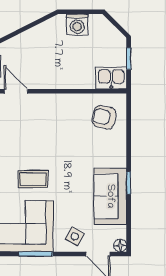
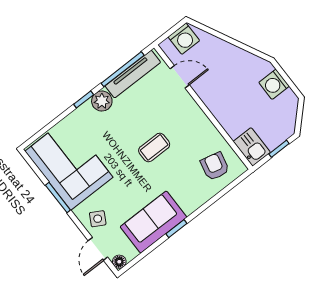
door: (16, 91) -> (180, 77), hinge flipped
coffee table: (33, 179) -> (154, 147), moved, turned 90

